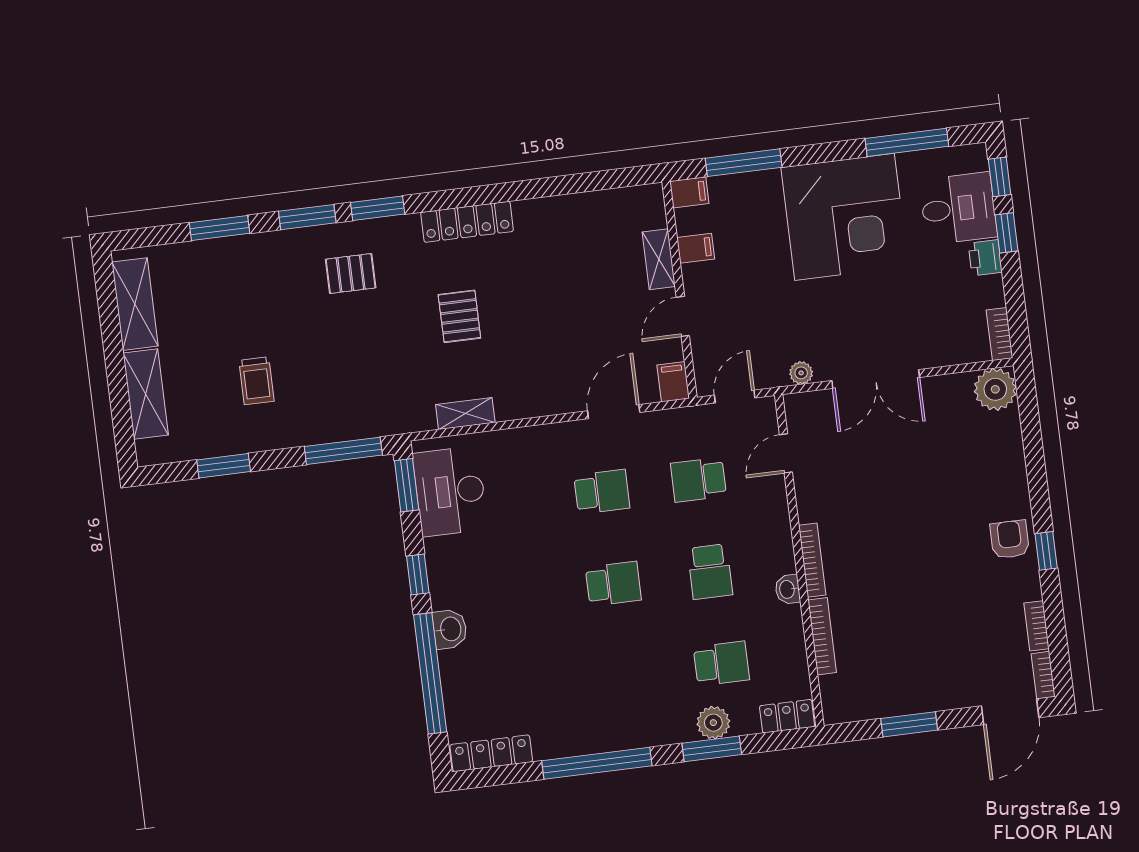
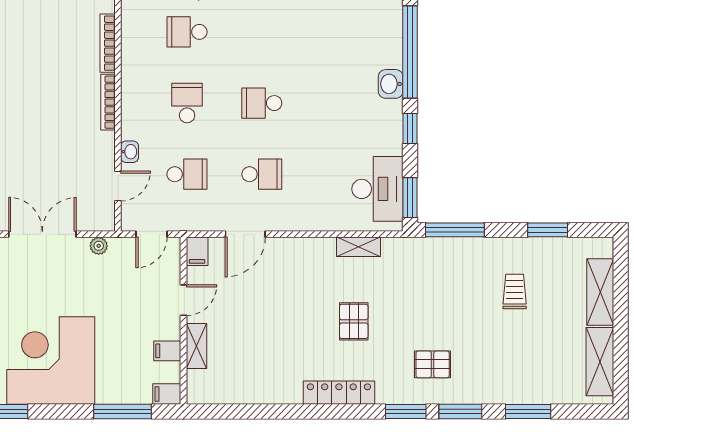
school desk: (602, 492) -> (262, 174), turned 180
washbasin: (788, 589) -> (130, 152), moved

